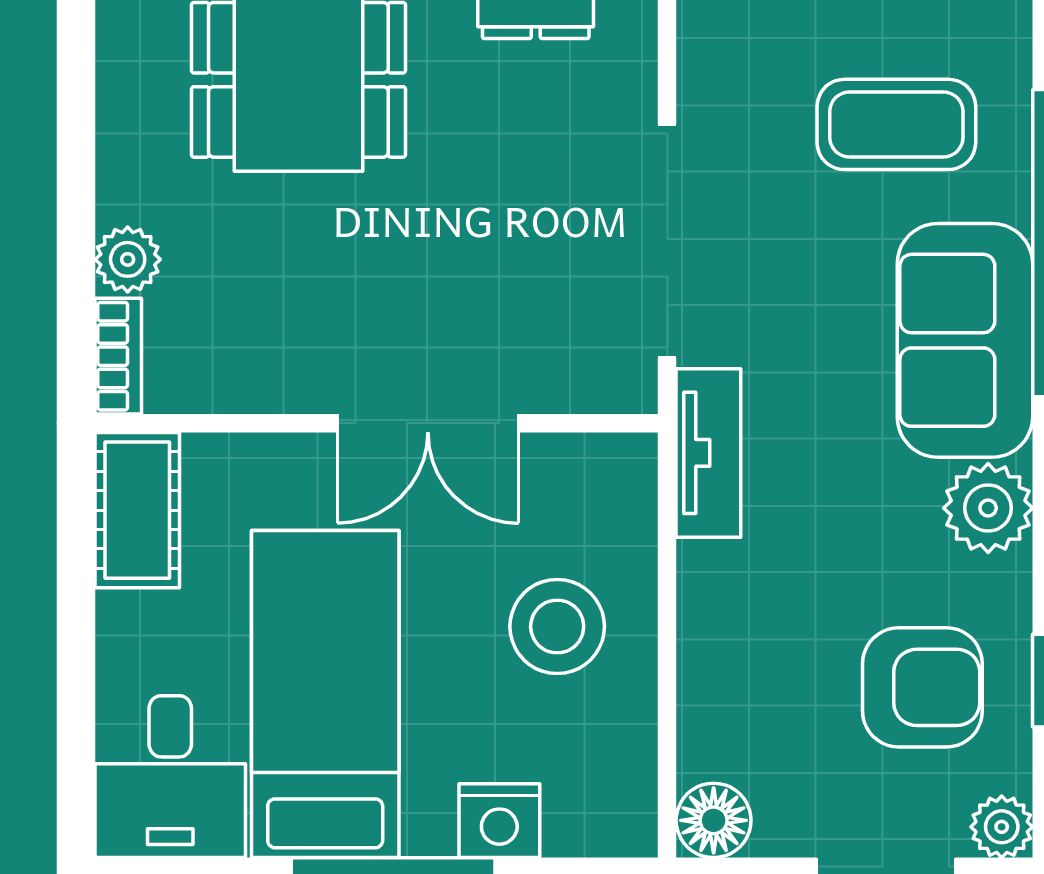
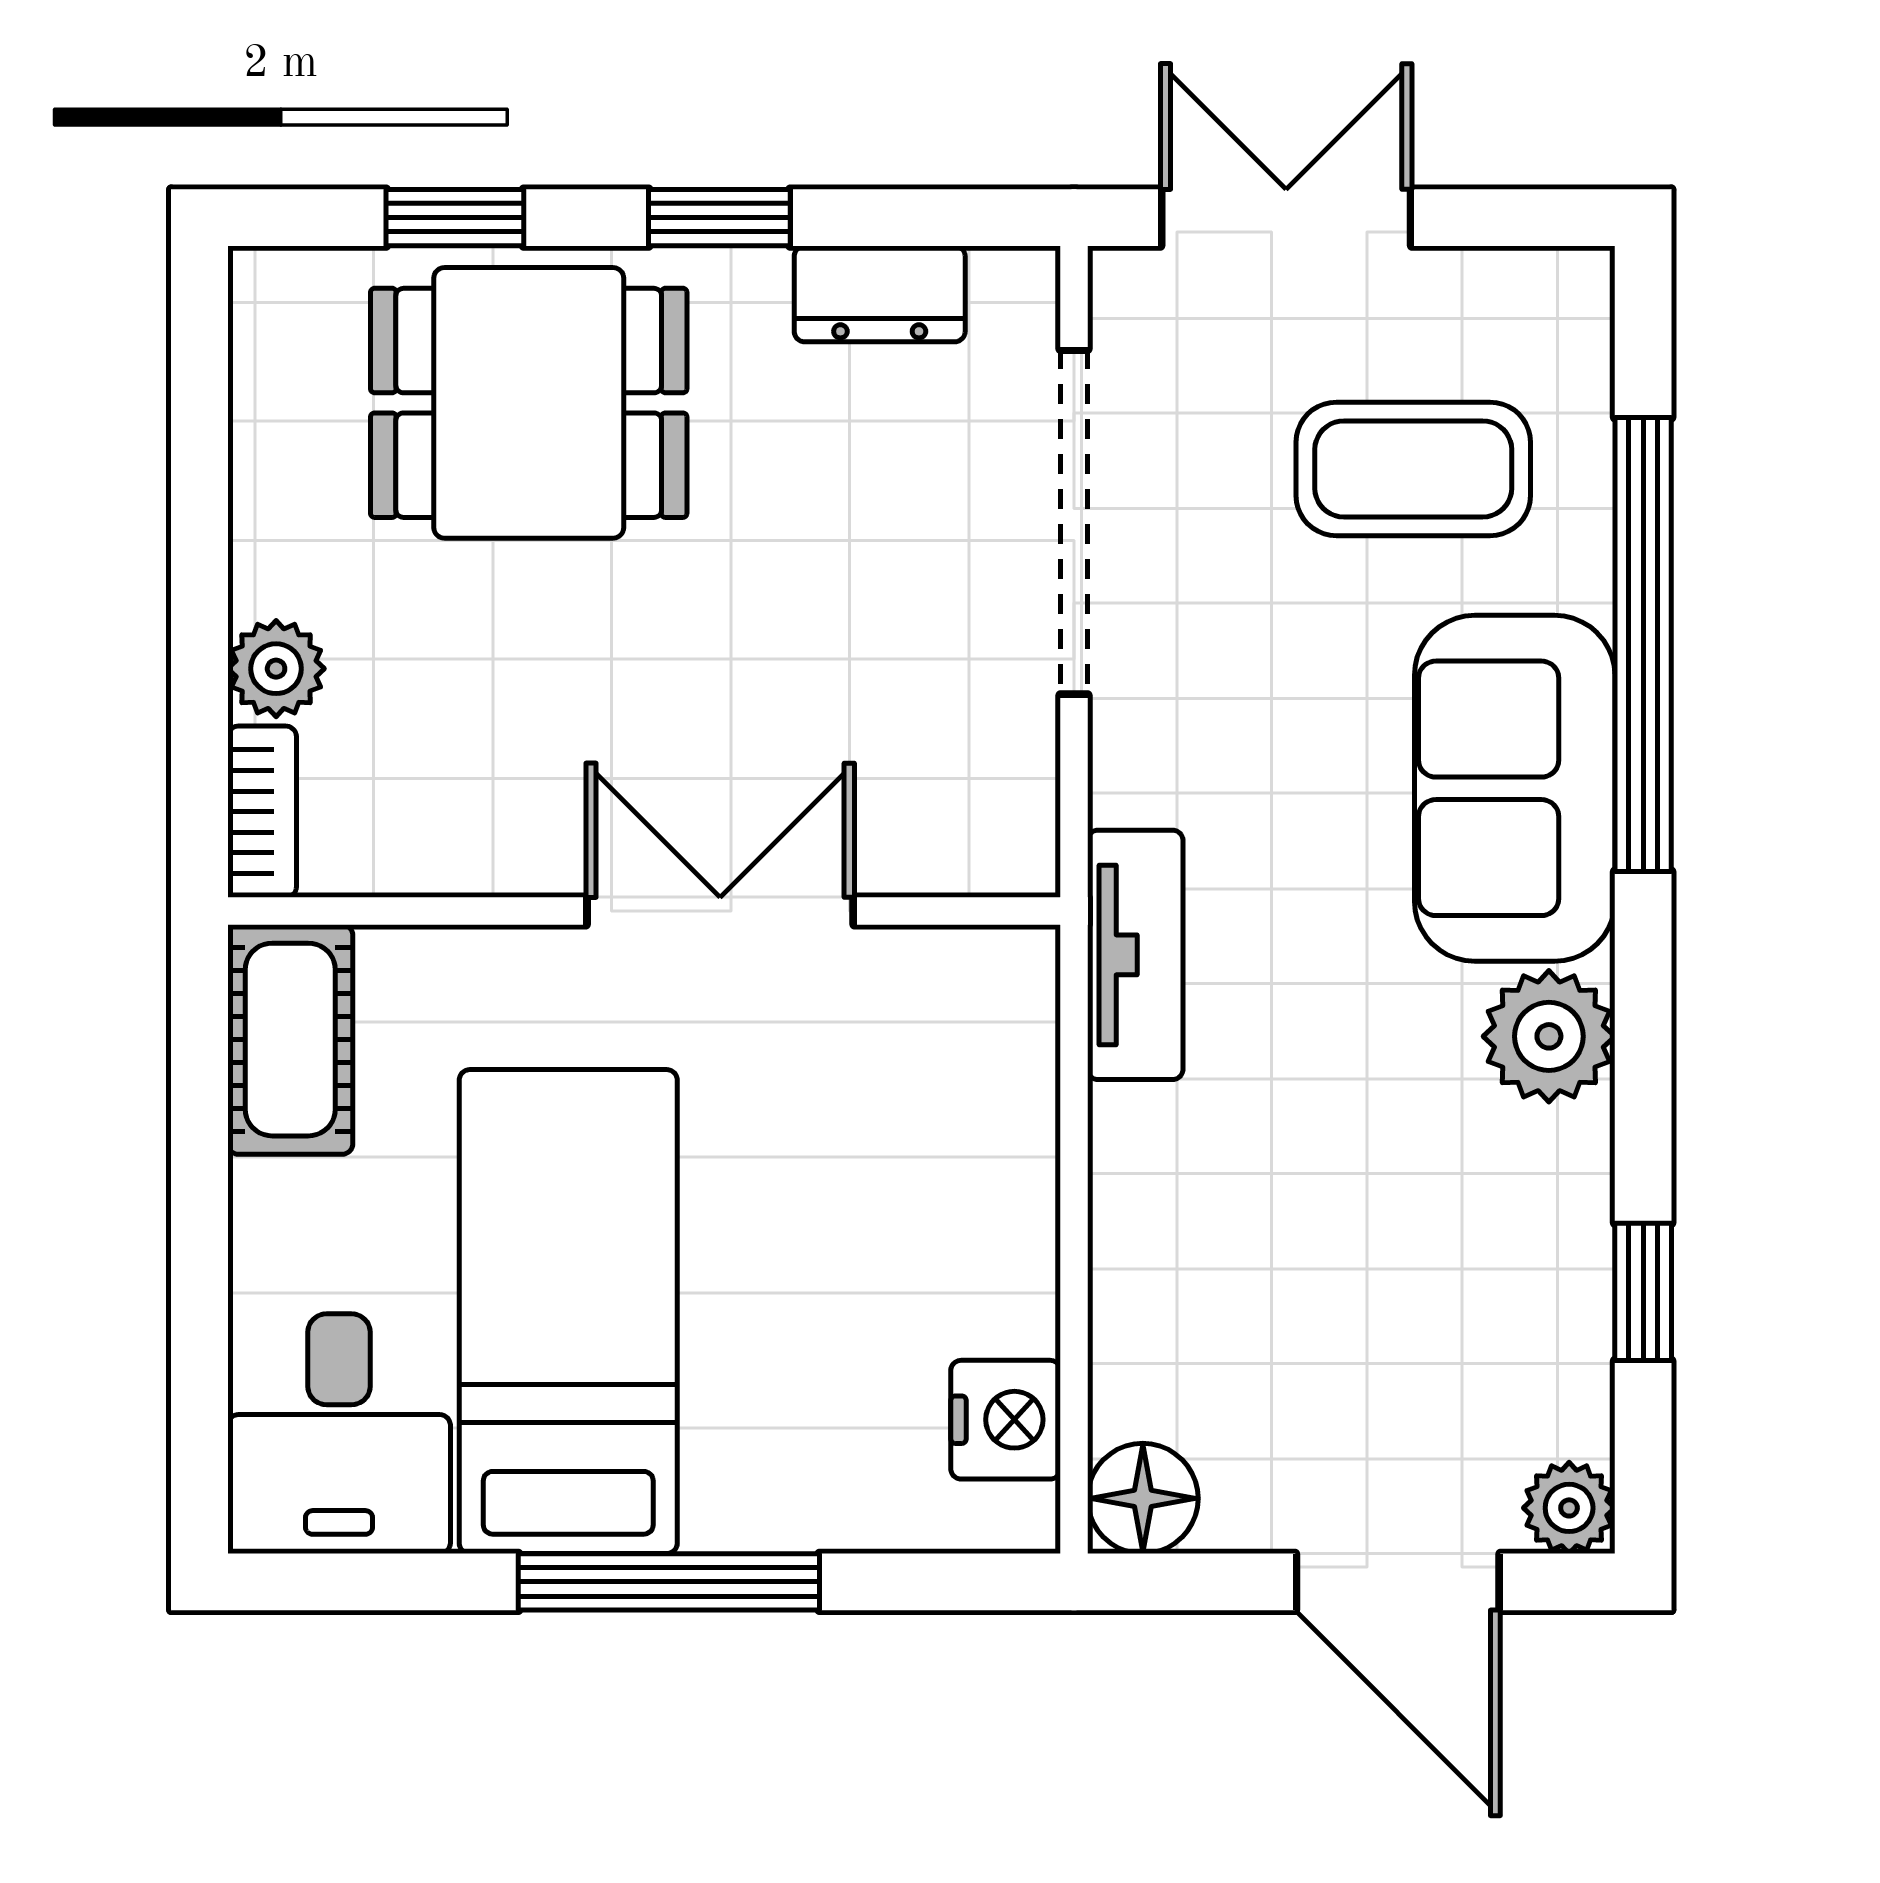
doorway: (667, 241) -> (1074, 522), moved
double door: (428, 423) -> (720, 911), swing flipped
stool: (557, 626) -> (911, 1212), removed
armchair: (922, 687) -> (1452, 1302), removed
nightstand: (499, 821) -> (1006, 1420), moved, turned -90

